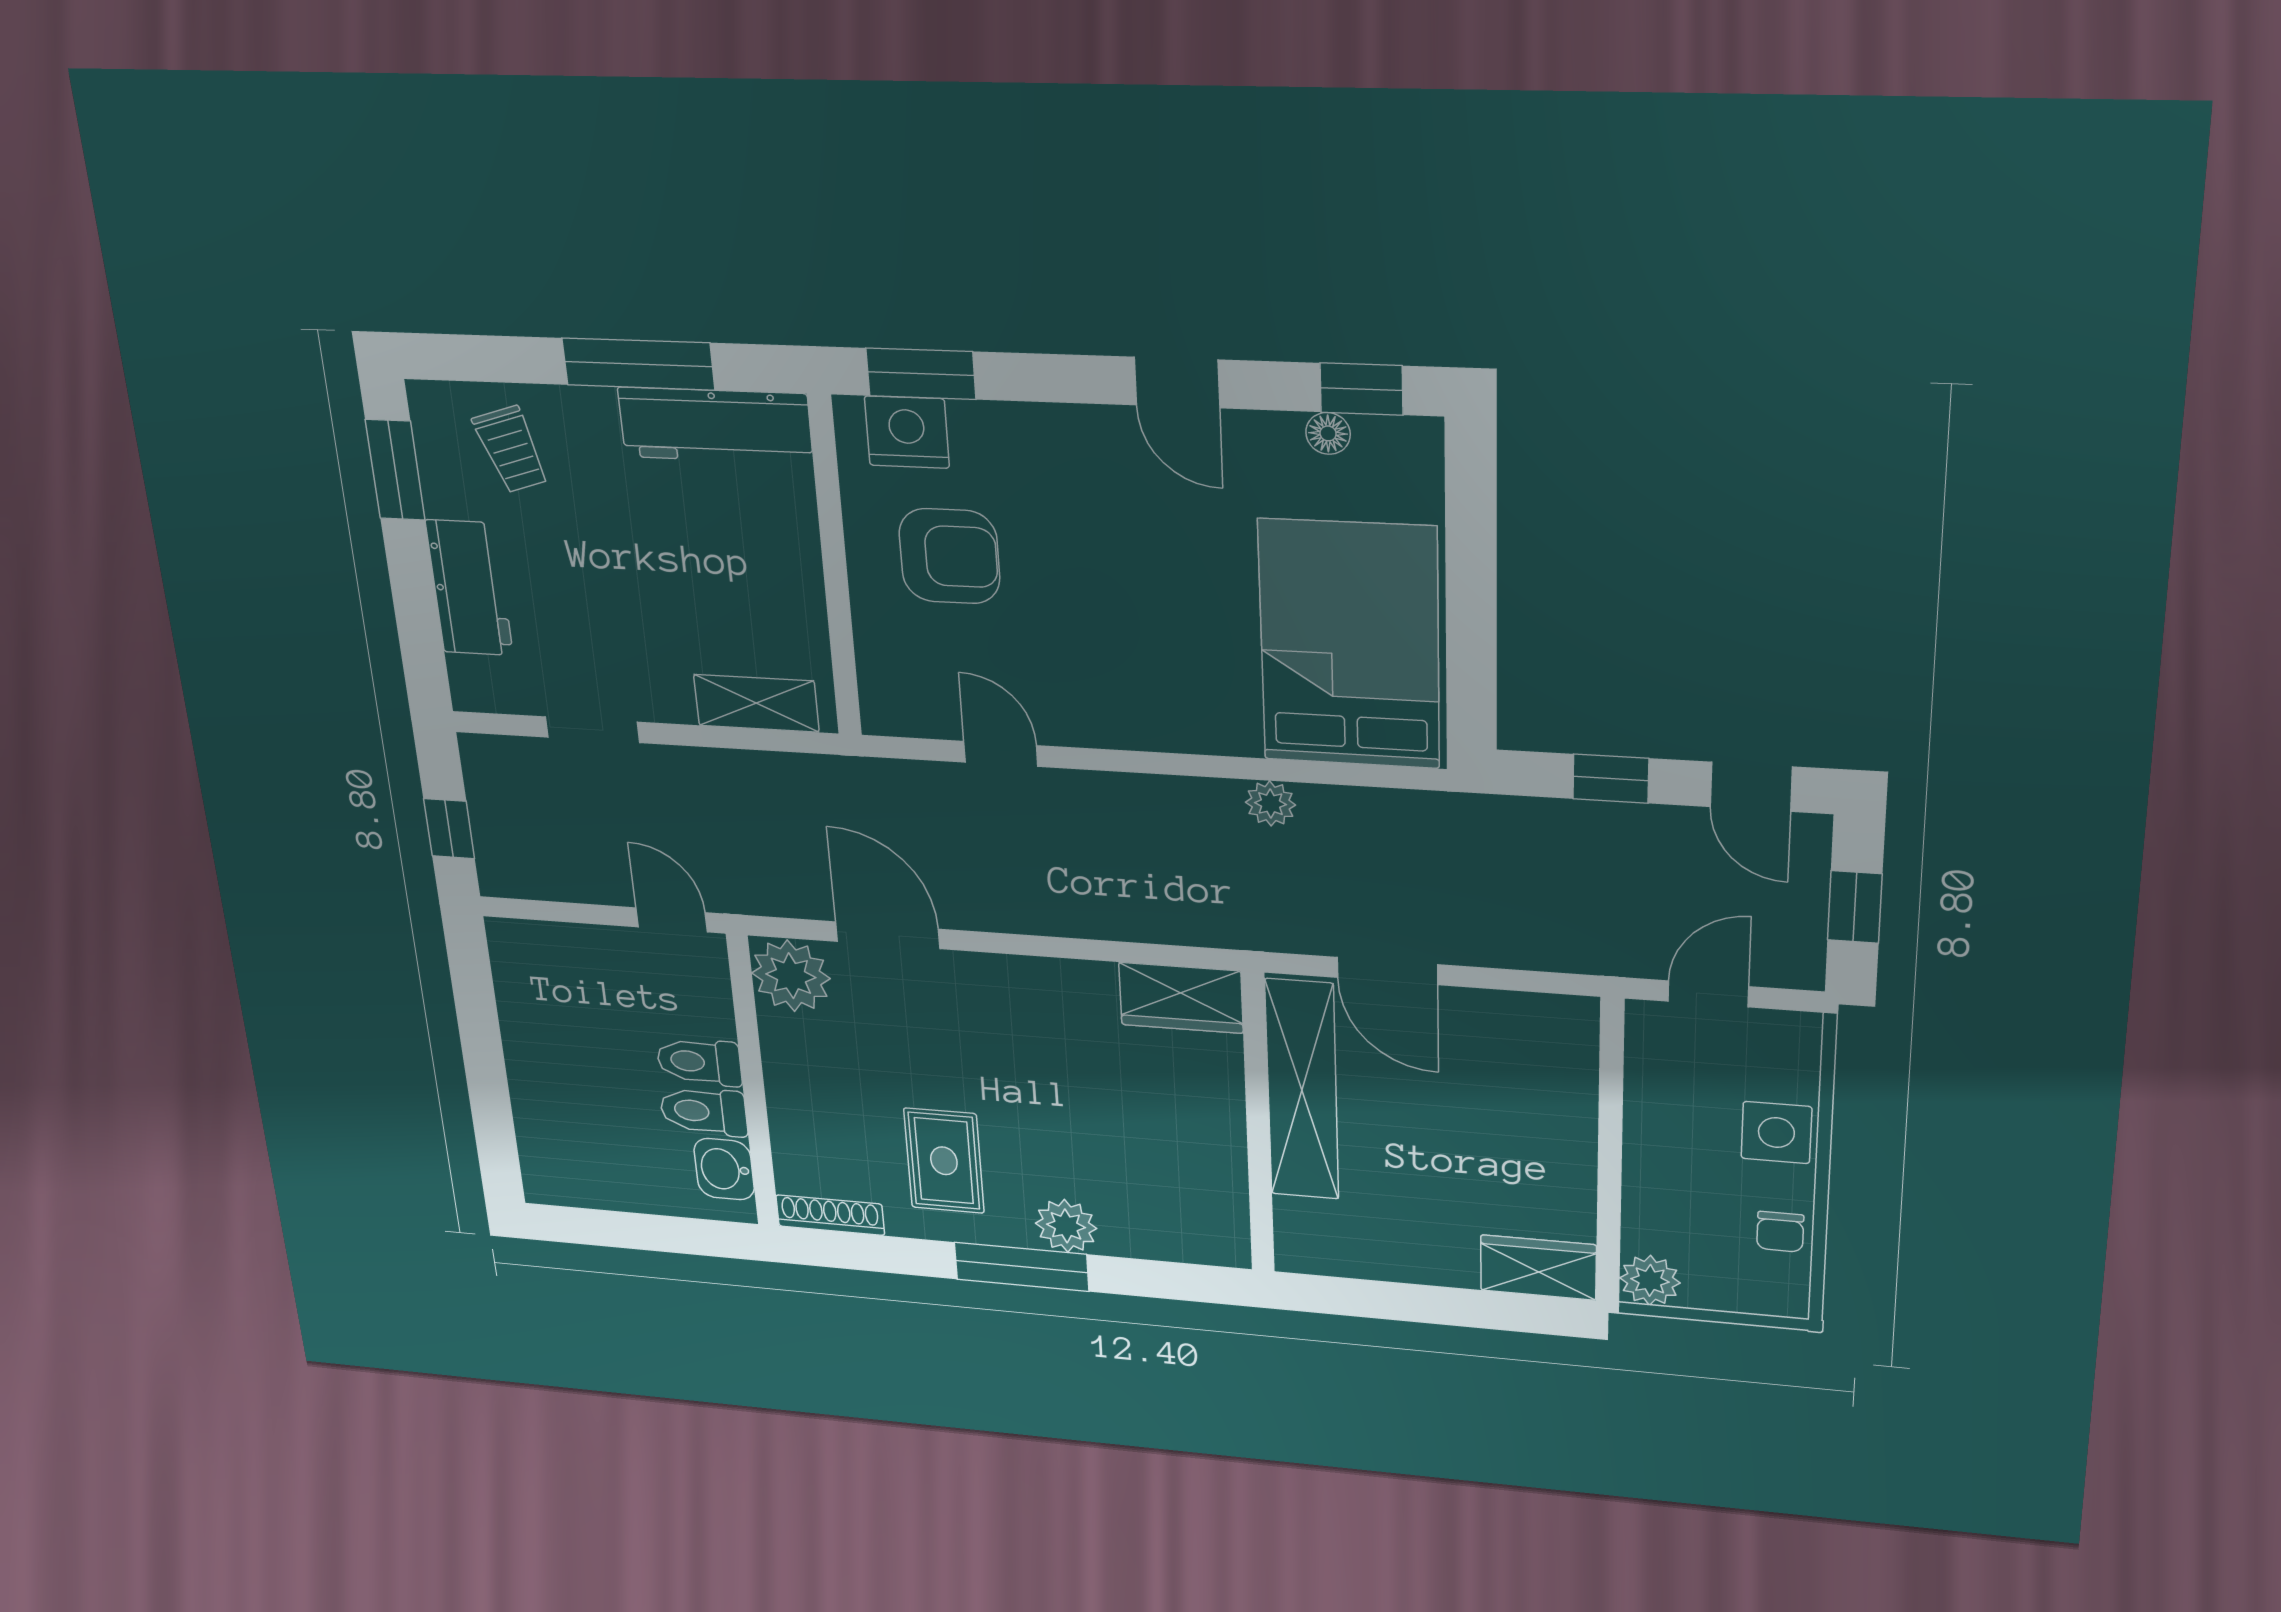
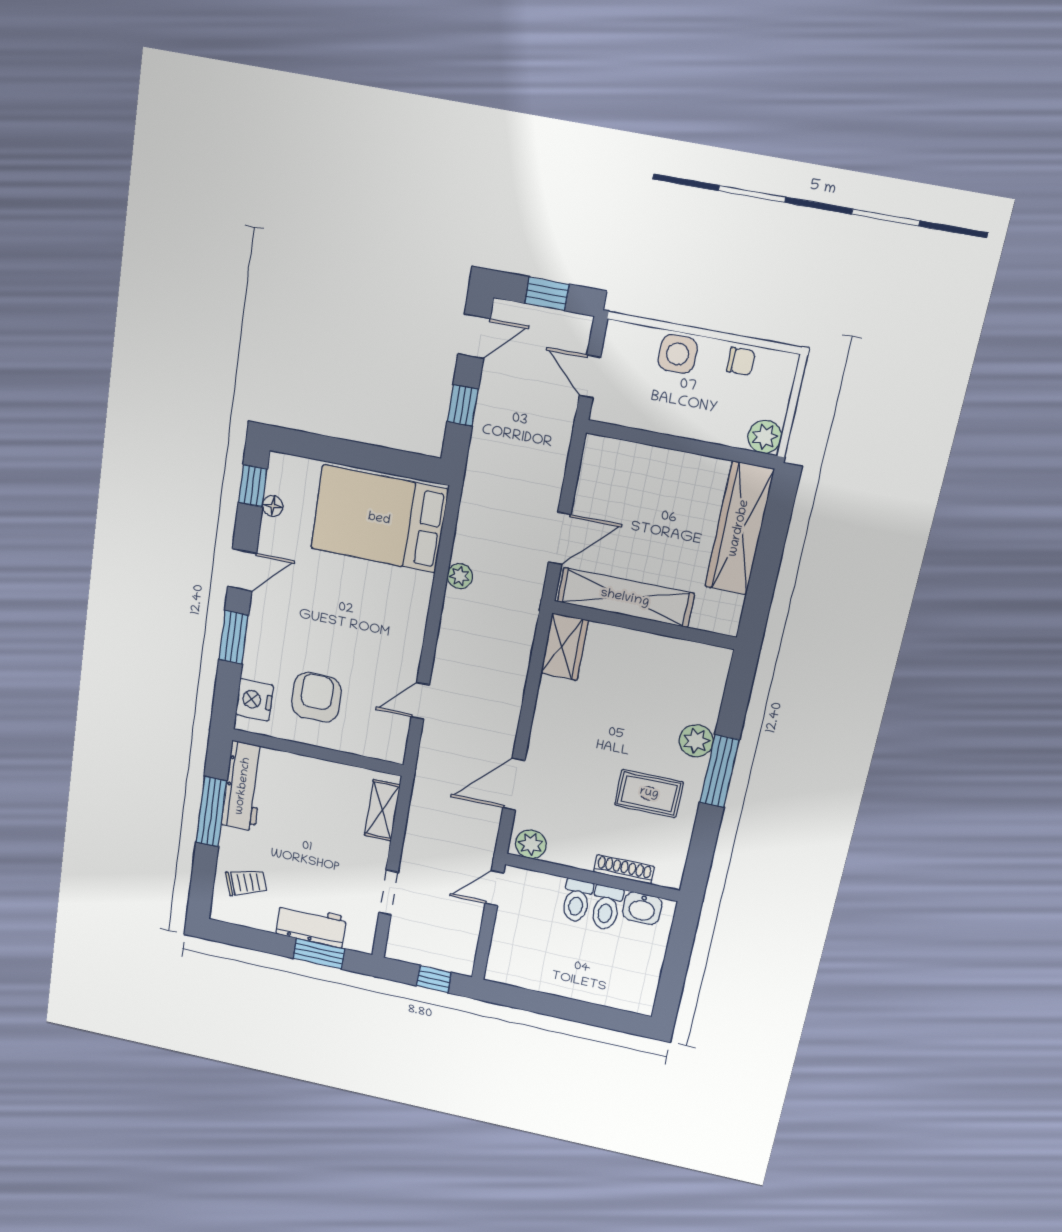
window: (921, 374) -> (234, 637), moved
window: (395, 470) -> (319, 954), moved
plant: (791, 976) -> (531, 844), width x0.73, depth x0.73
shoe rack: (830, 1215) -> (624, 869), moved, turned 90
wardrobe: (1538, 1268) -> (739, 528), width x2.10, depth x1.17

